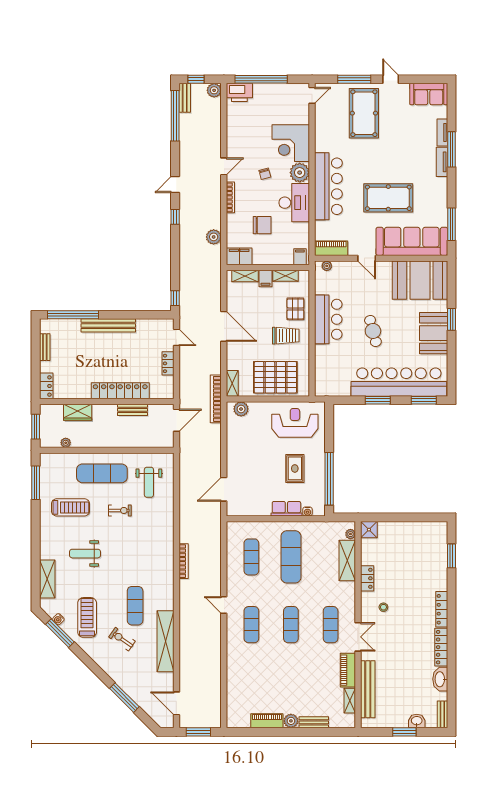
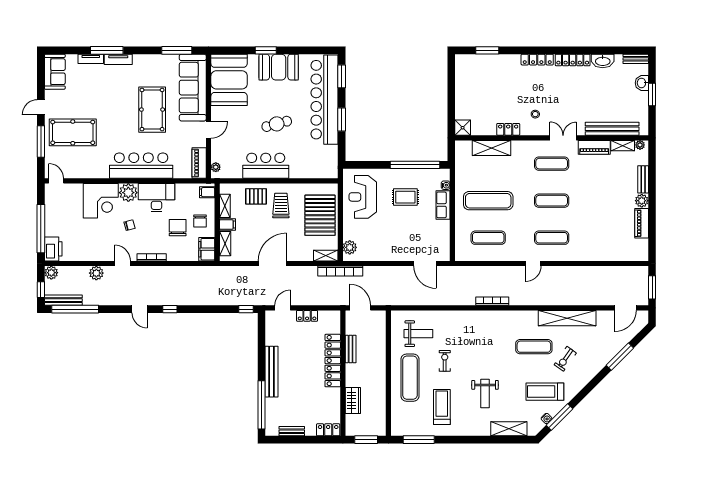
bench: (185, 98) -> (63, 300), width x1.36
plant: (214, 237) -> (96, 273), moved
chair: (269, 249) -> (200, 221), added
plant: (66, 443) -> (381, 412), removed
plant: (350, 534) -> (640, 145), moved

